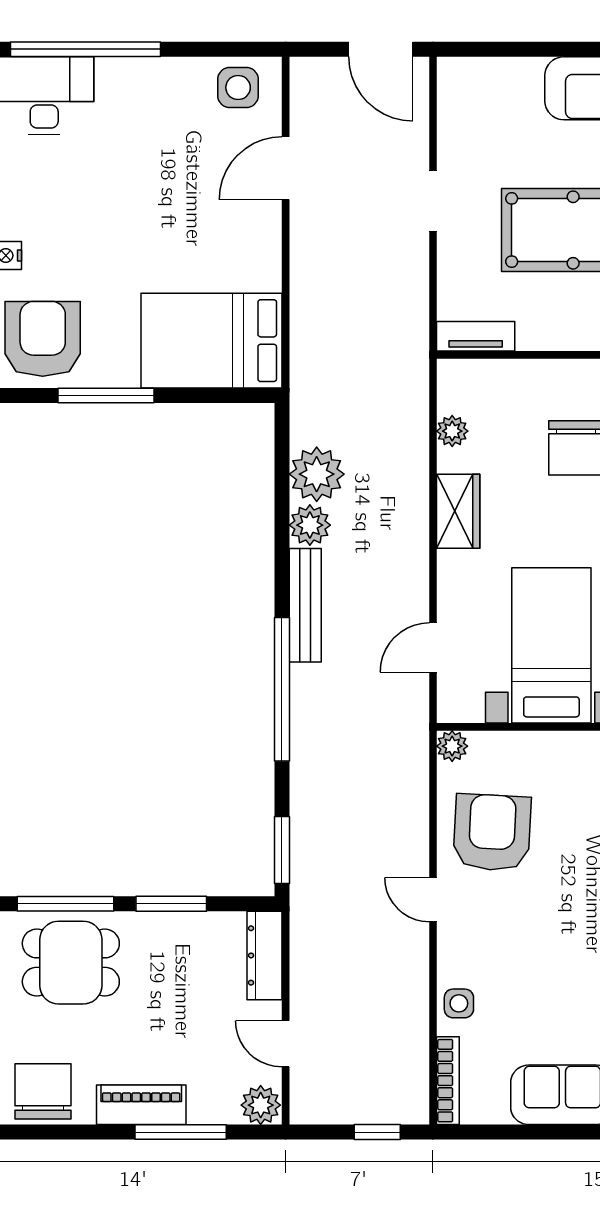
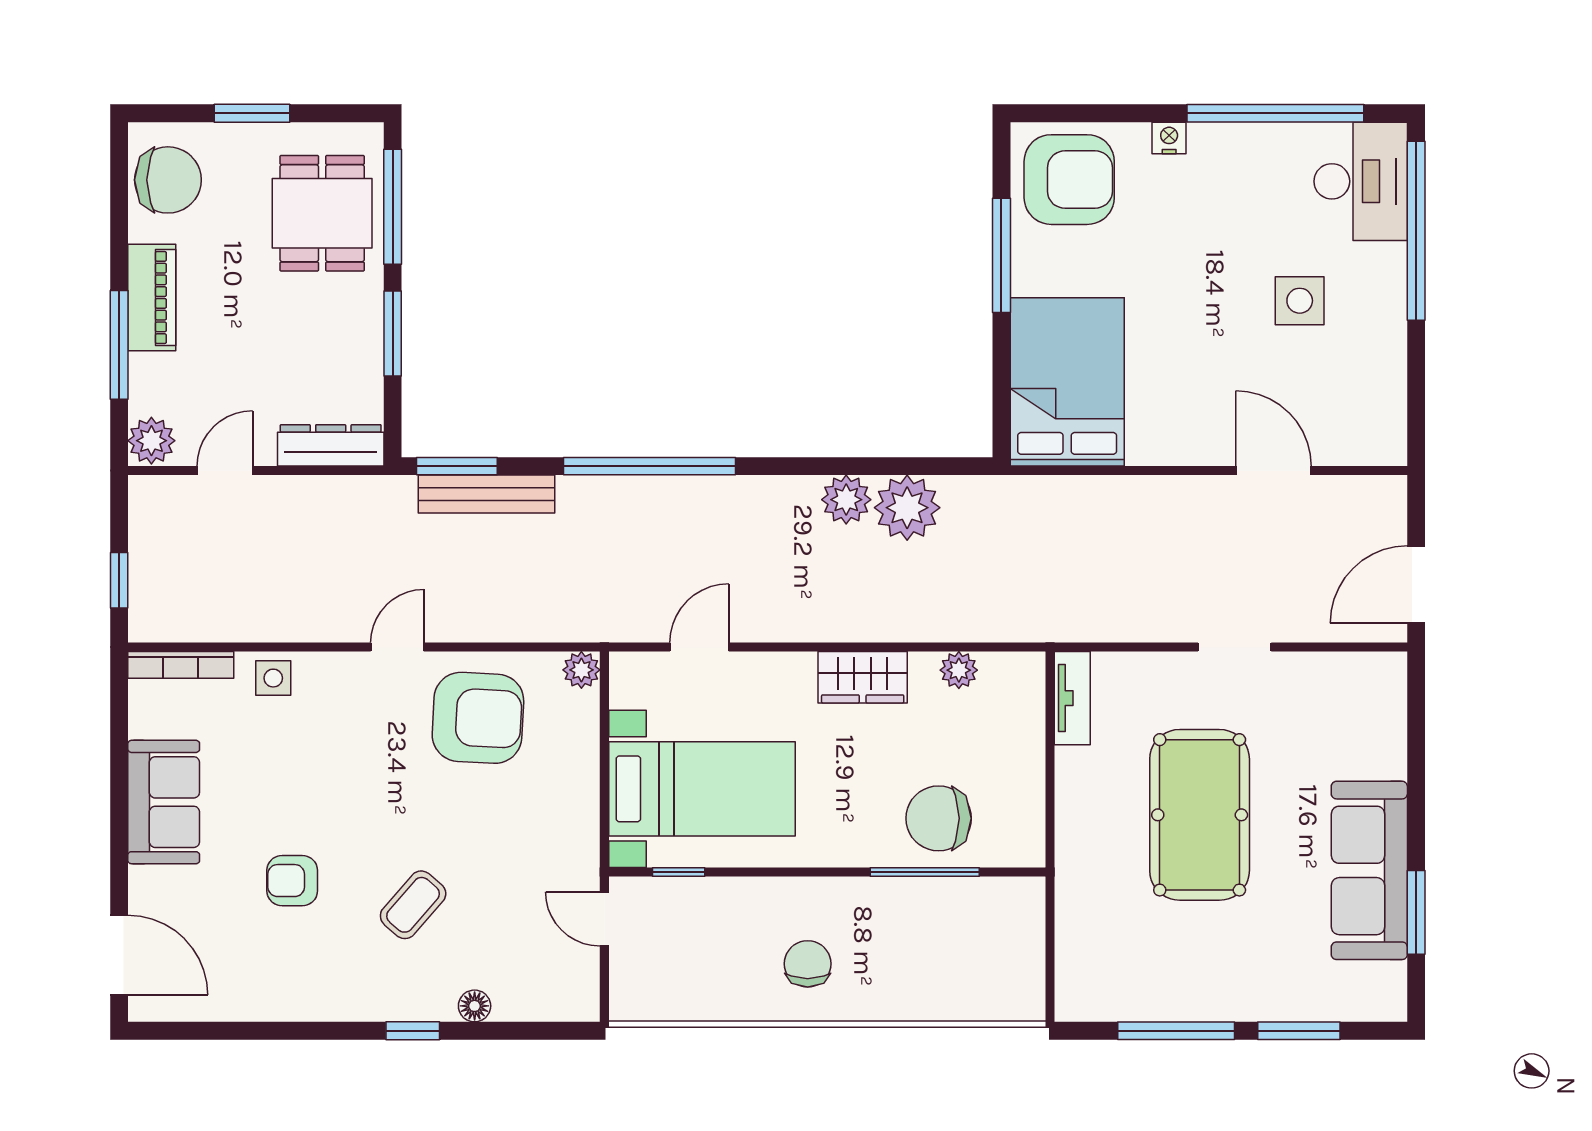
side table: (238, 88) -> (1300, 301), moved
bench: (305, 605) -> (486, 494), moved
door: (433, 648) -> (699, 647), hinge flipped

